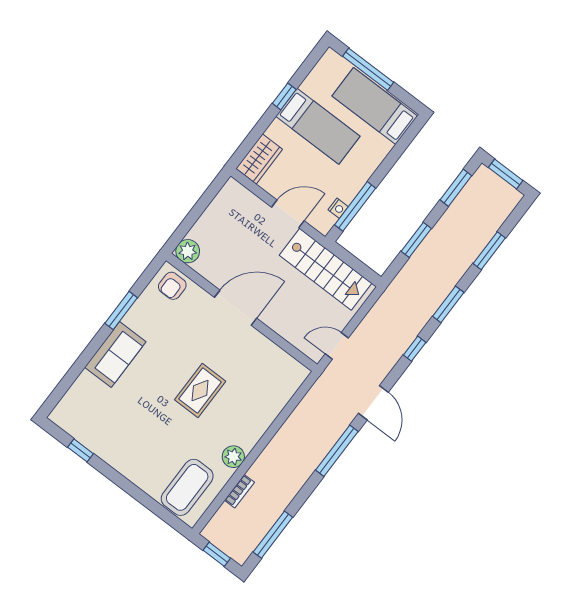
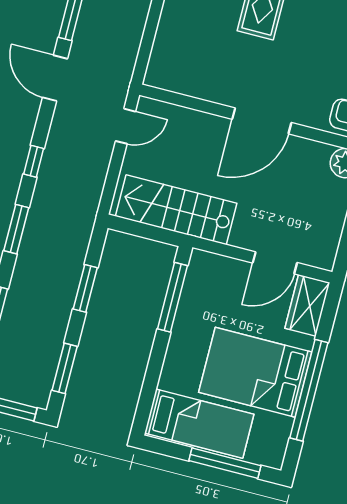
window: (284, 96) -> (309, 390), width x3.17
bed: (318, 126) -> (255, 372), width x1.50
nightstand: (338, 208) -> (191, 287), removed
door: (288, 214) -> (275, 263), moved

